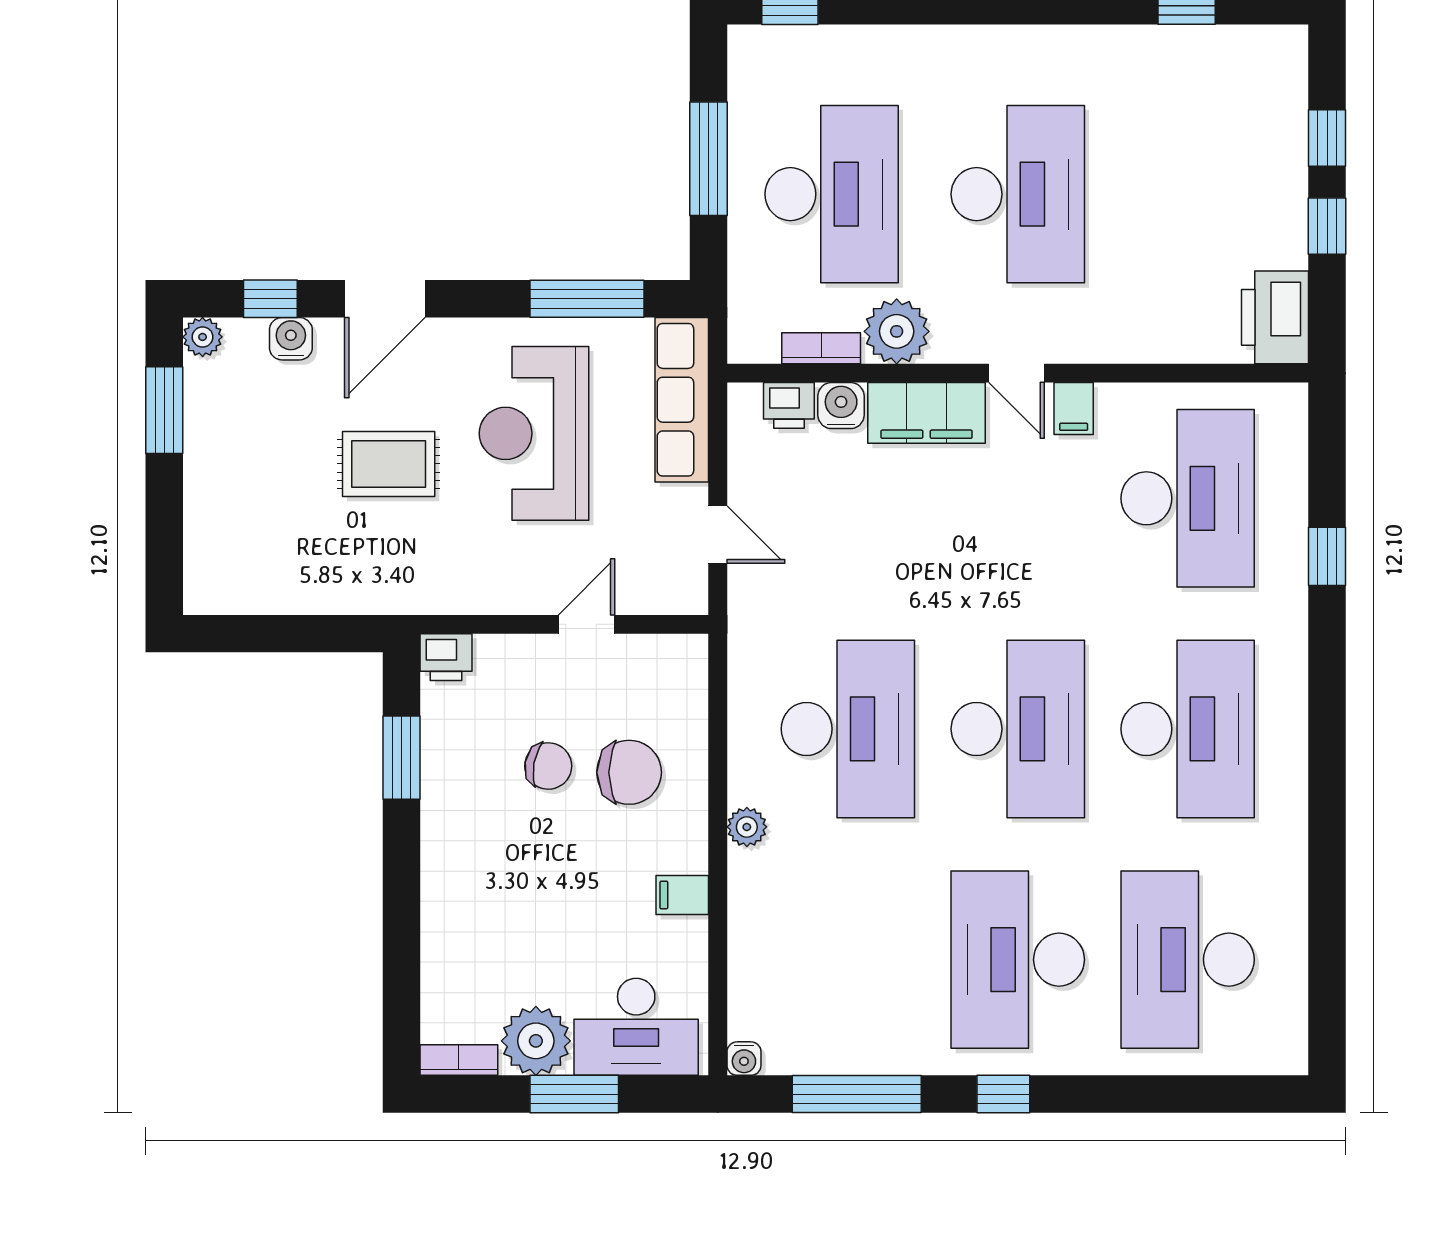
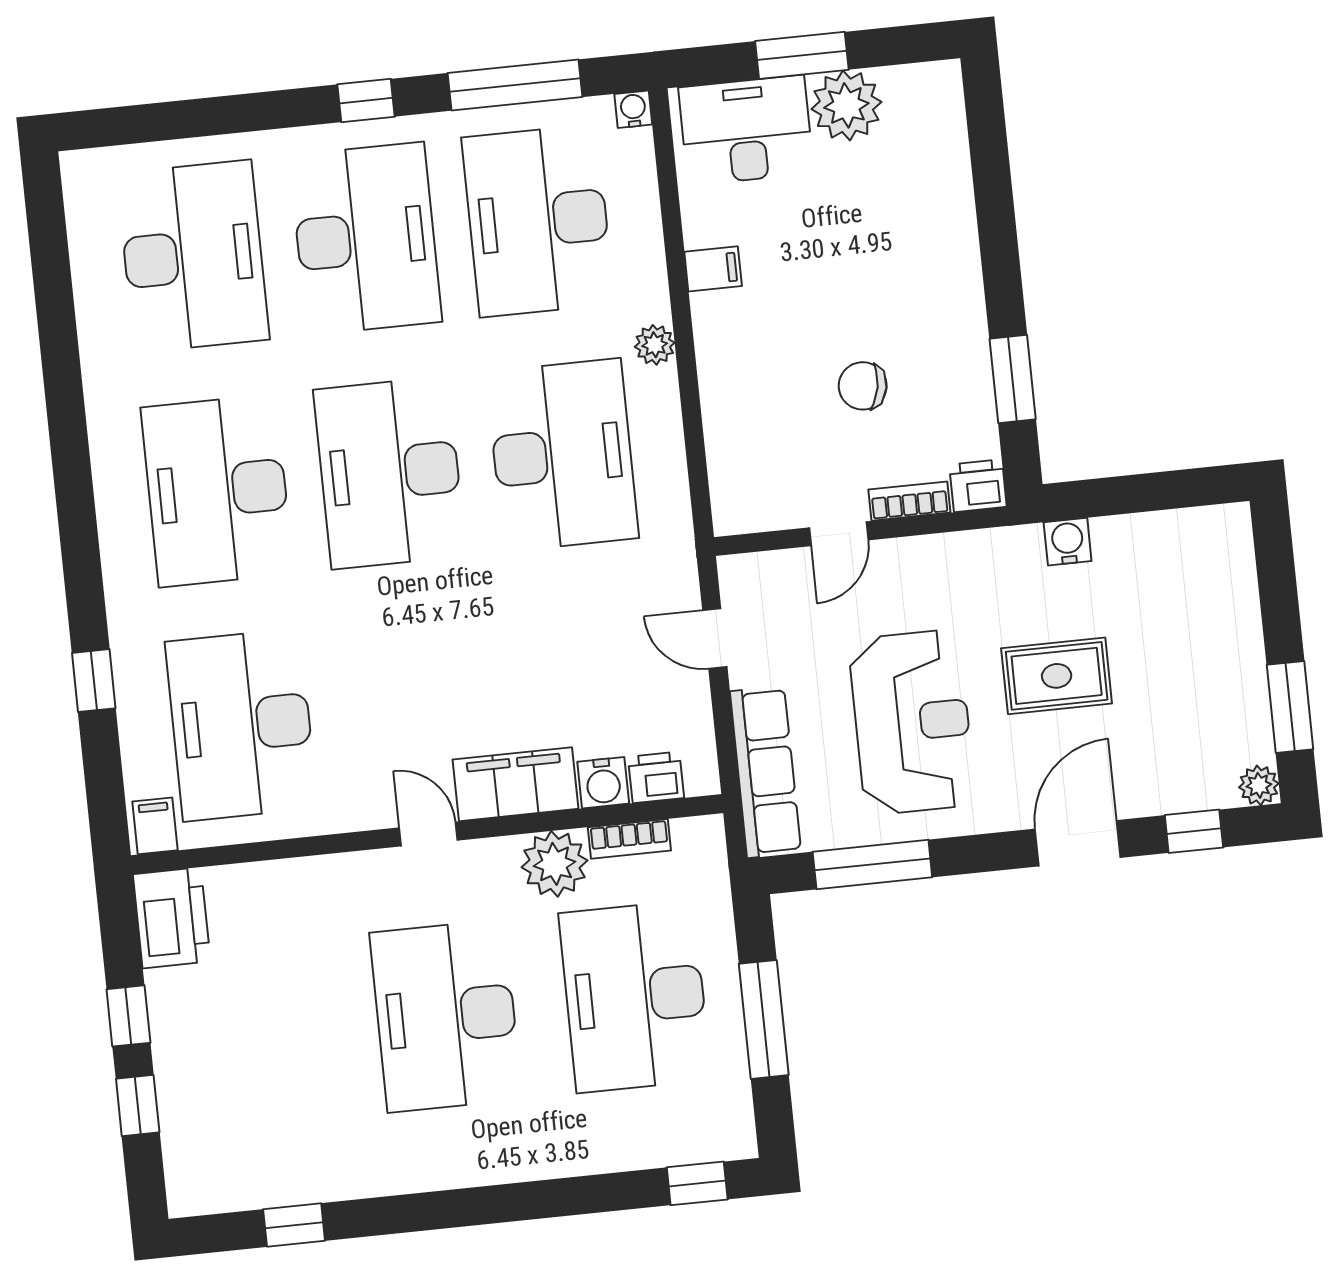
water cooler: (291, 339) -> (1068, 542), moved, turned 180
filing cabinet: (1074, 409) -> (155, 826), moved
desk: (848, 729) -> (562, 455), turned 180
chair: (629, 772) -> (780, 388), removed
desk: (848, 960) -> (538, 221), added
bookcase: (459, 1060) -> (909, 501), moved, turned 180

